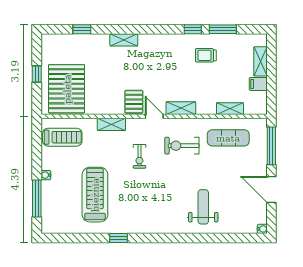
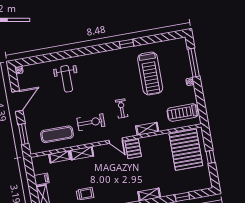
shelving: (181, 108) -> (82, 153), moved
window: (271, 146) -> (23, 134), width x0.69
door: (271, 189) -> (17, 101), hinge flipped

